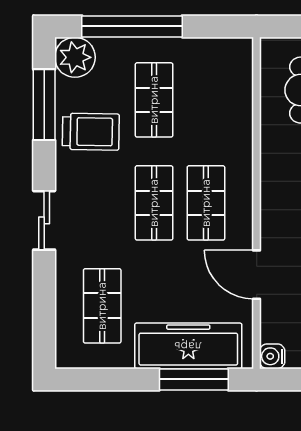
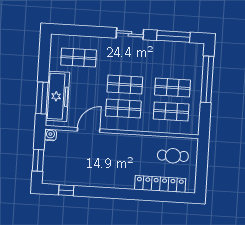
plant: (75, 57) -> (195, 52), removed
shop shelf: (206, 100) -> (171, 111), added
trolley: (91, 132) -> (160, 57), removed
sliding door: (44, 220) -> (130, 34), moved

